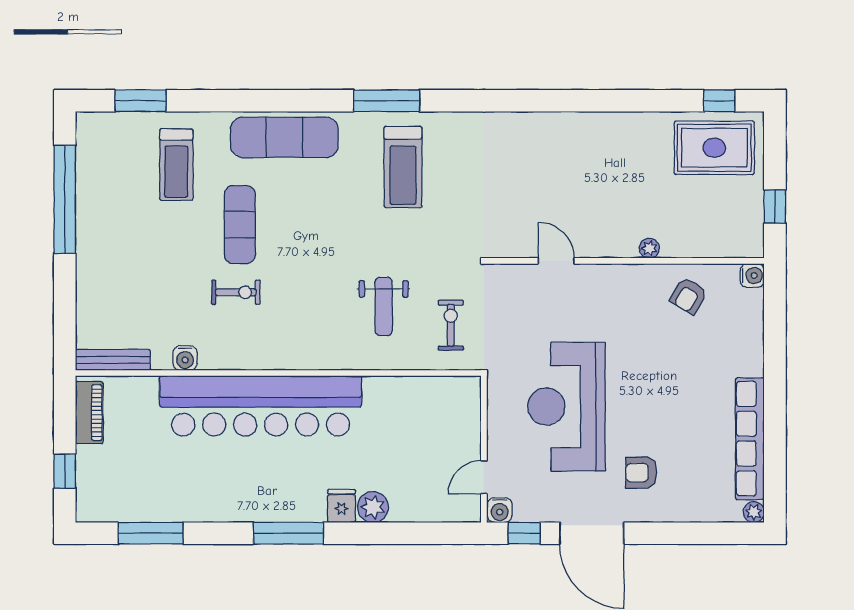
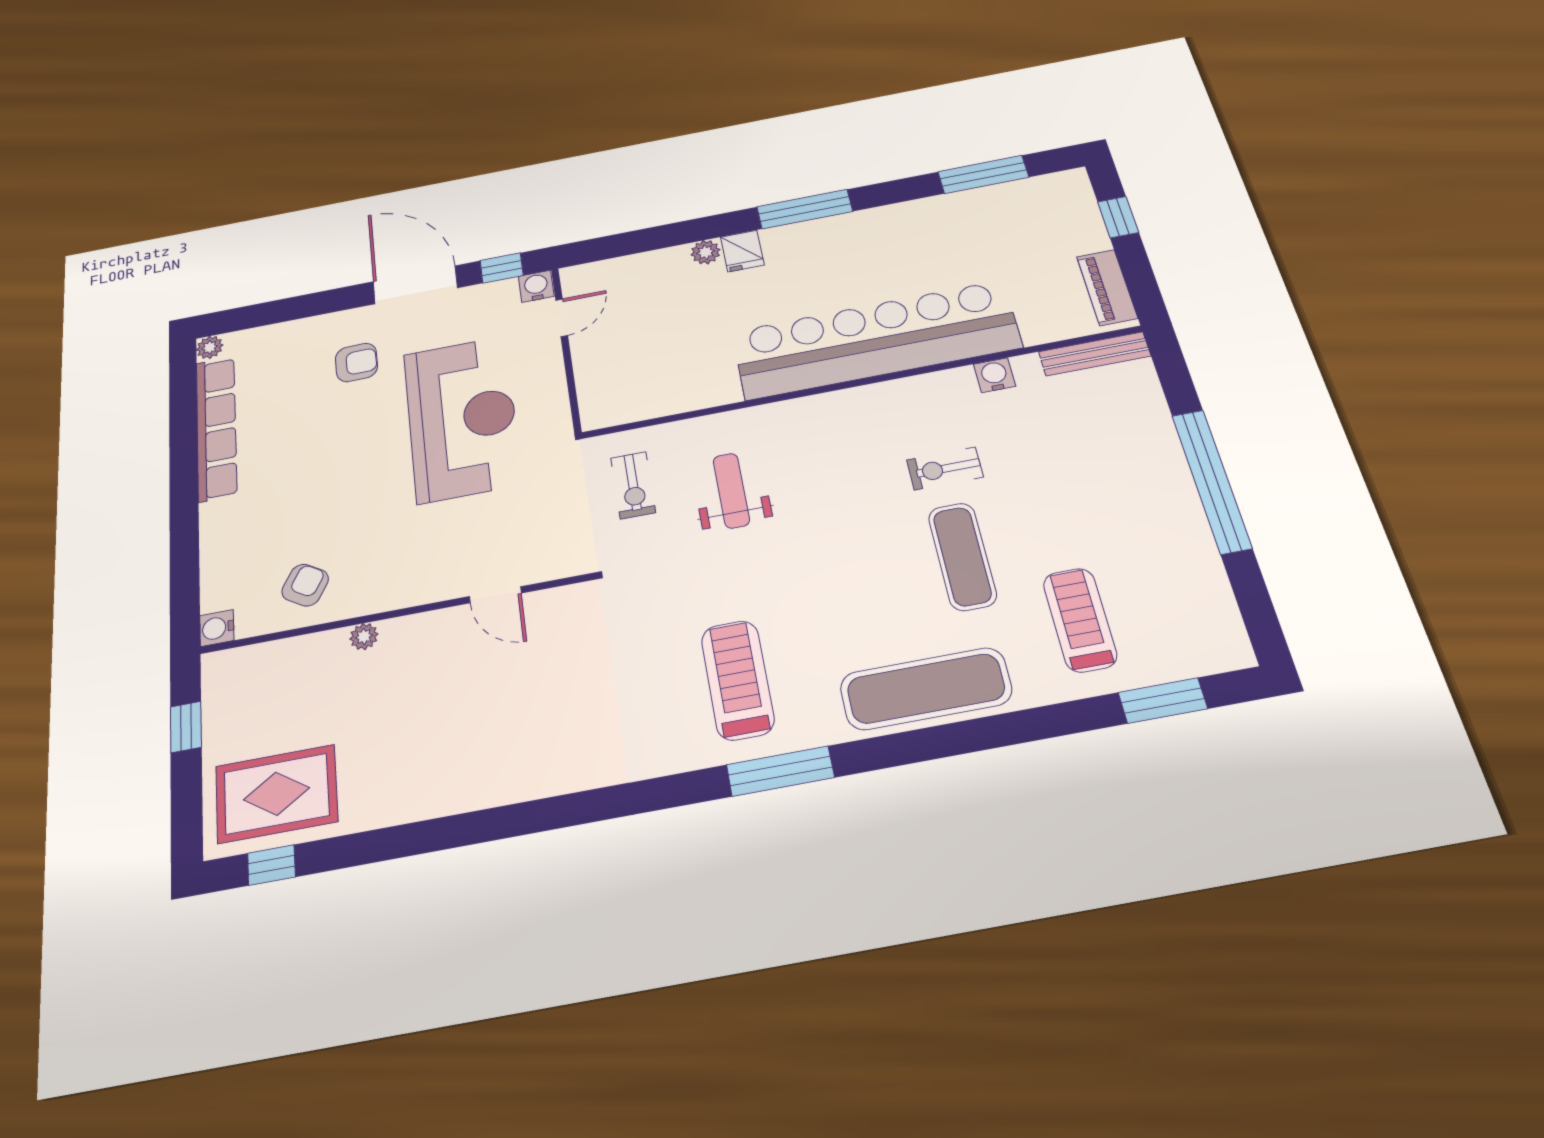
window: (65, 199) -> (1211, 481), moved
plant: (373, 507) -> (706, 252), width x0.73, depth x0.73

